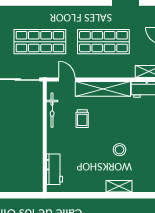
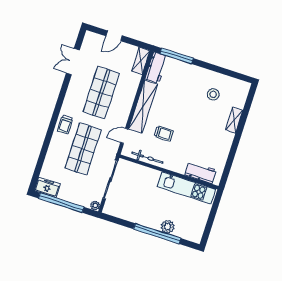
trolley: (59, 15) -> (65, 124), added
stool: (119, 150) -> (213, 94), moved
kitchen unit: (34, 160) -> (186, 188), added

